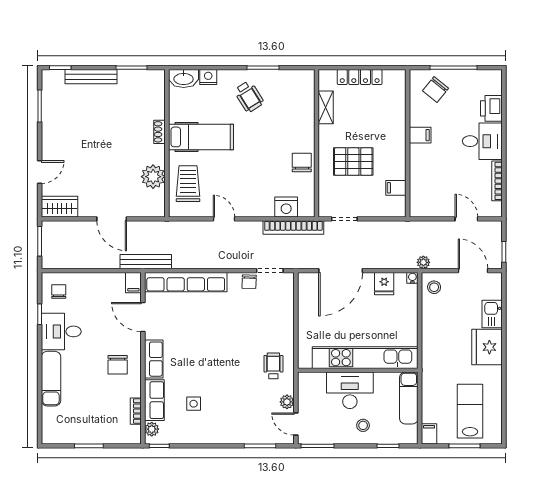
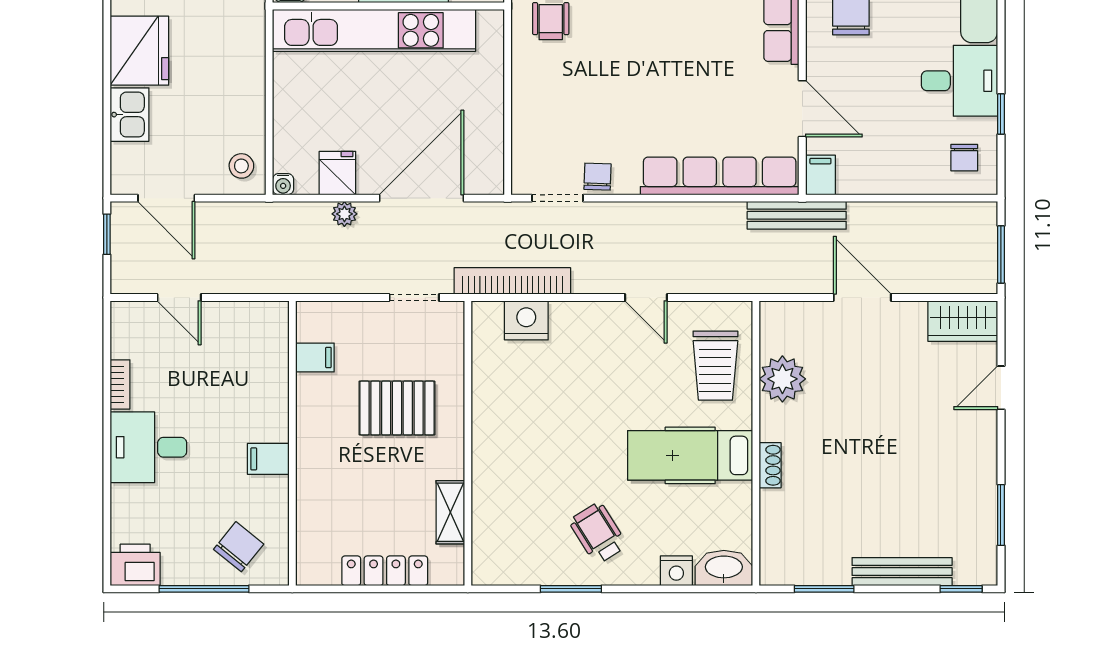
printer: (491, 108) -> (135, 565), moved, turned -90
chair: (302, 162) -> (496, 406), removed
bookcase: (497, 181) -> (120, 384), width x0.64
plant: (423, 262) -> (344, 214), moved

